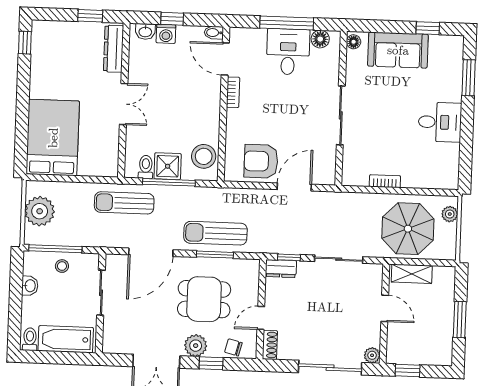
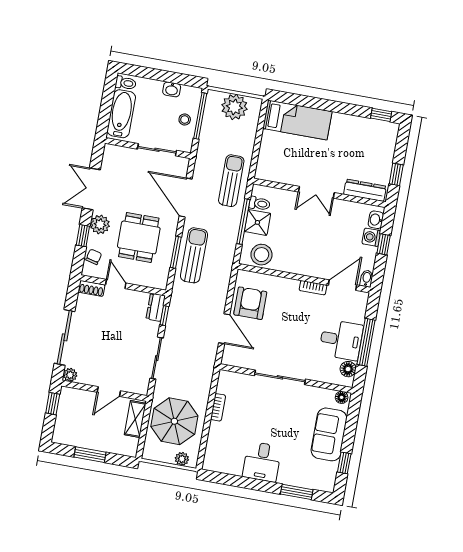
bed: (53, 138) -> (297, 120), width x0.67

